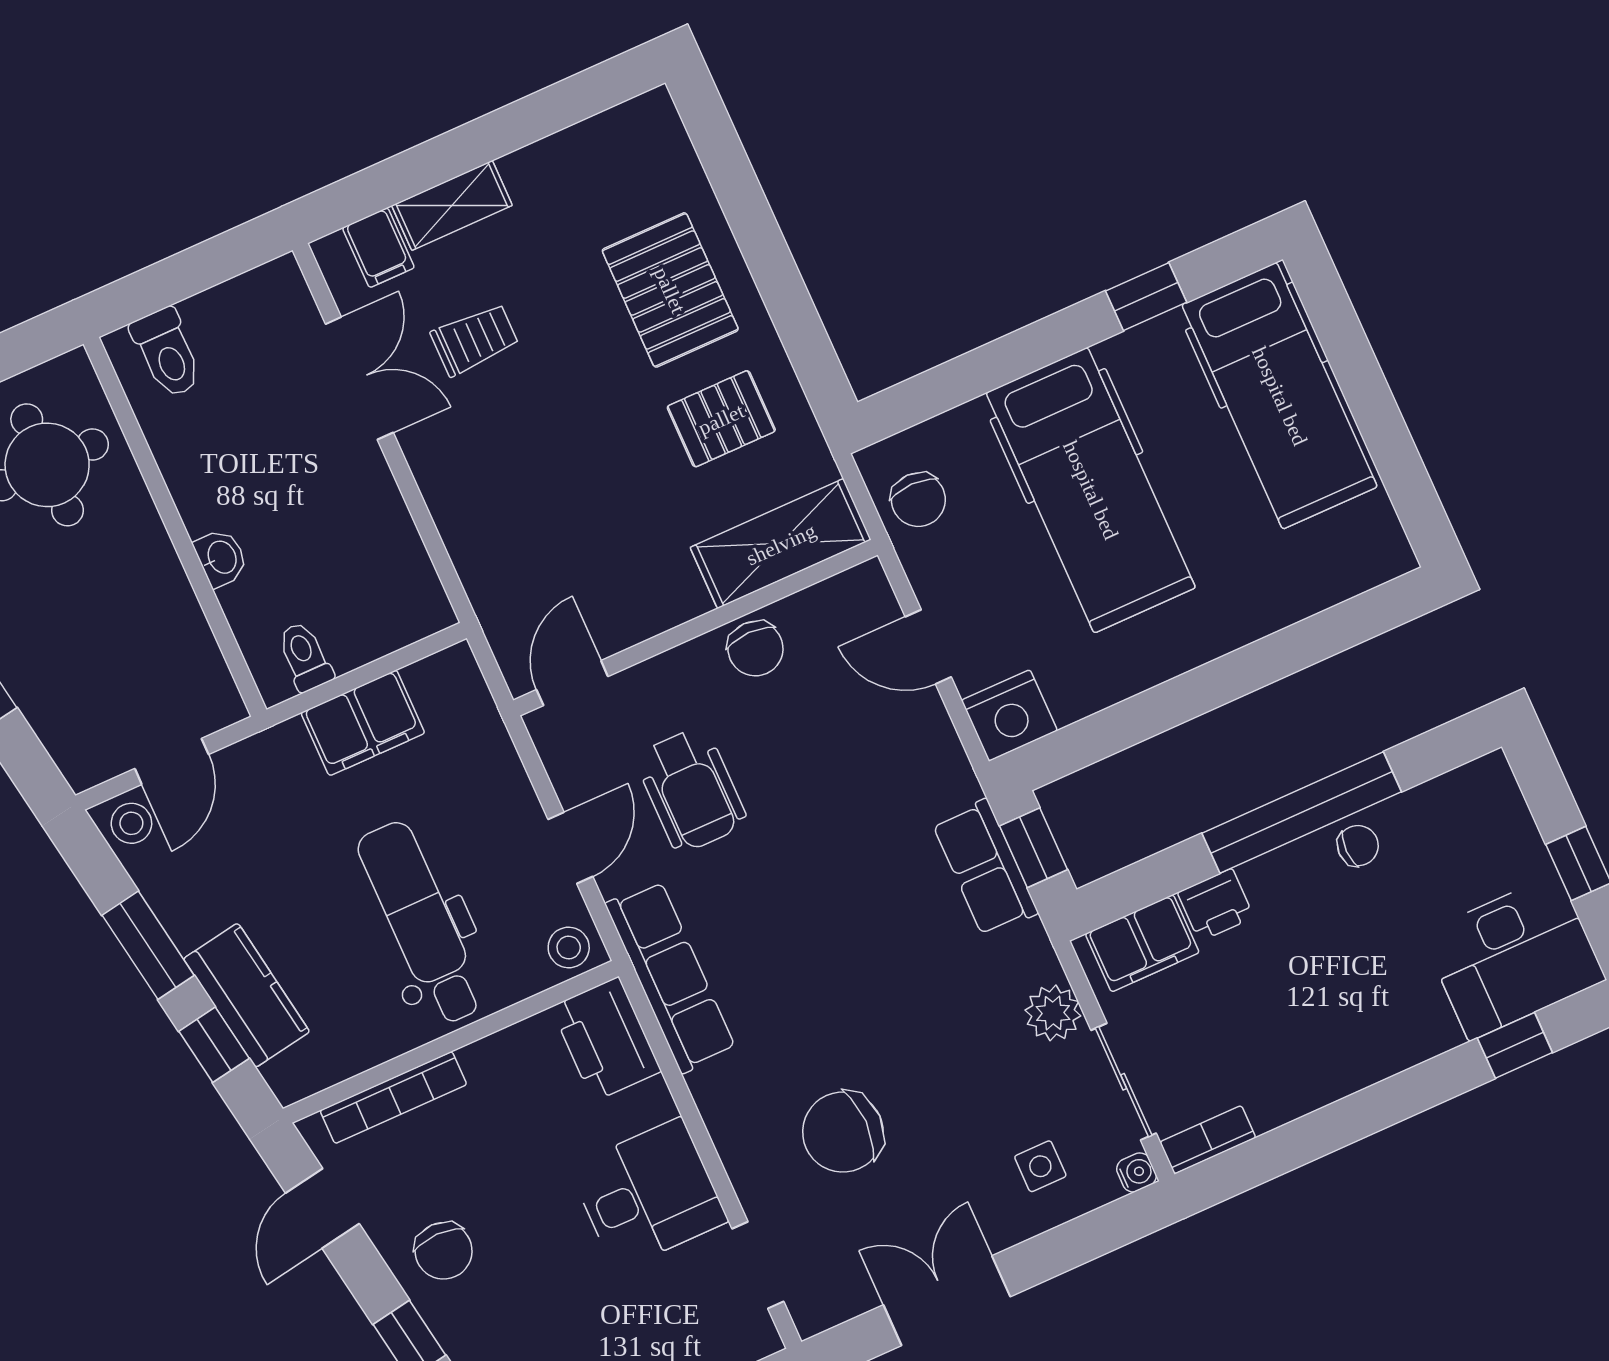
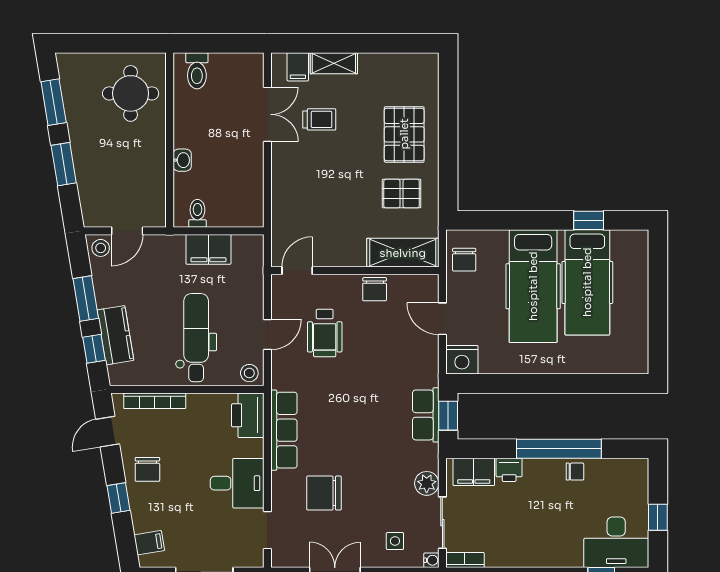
hospital bed: (1280, 396) -> (587, 282), moved
row of seats: (671, 977) -> (284, 430), moved

